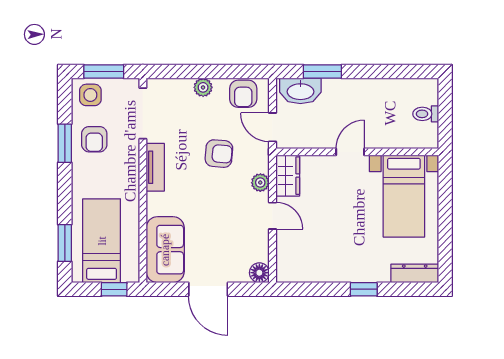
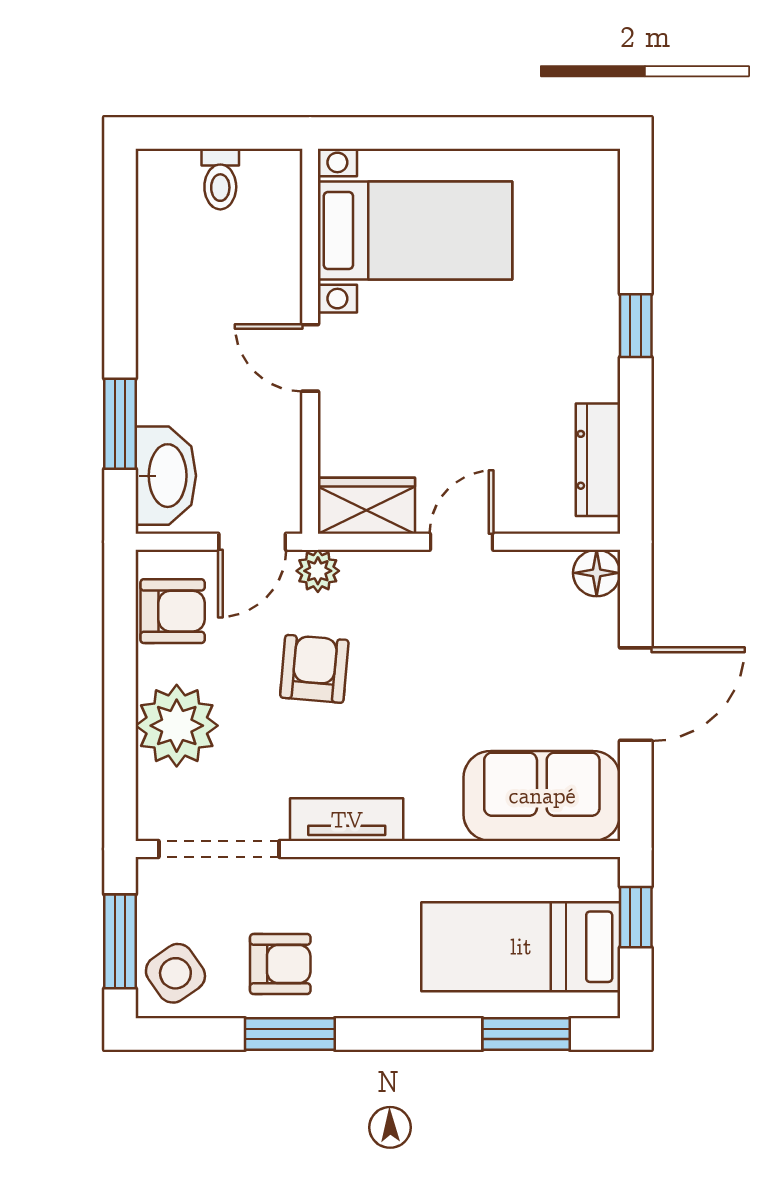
plant: (203, 87) -> (177, 726), width x1.88, depth x1.88
side table: (90, 95) -> (175, 973), turned -35
plant: (260, 183) -> (318, 571), moved
dresser: (415, 273) -> (598, 460), moved

